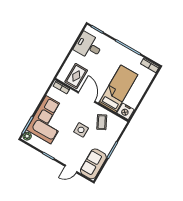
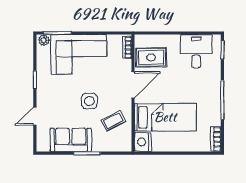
sofa: (93, 164) -> (71, 140), moved
door: (71, 169) -> (35, 116), hinge flipped

